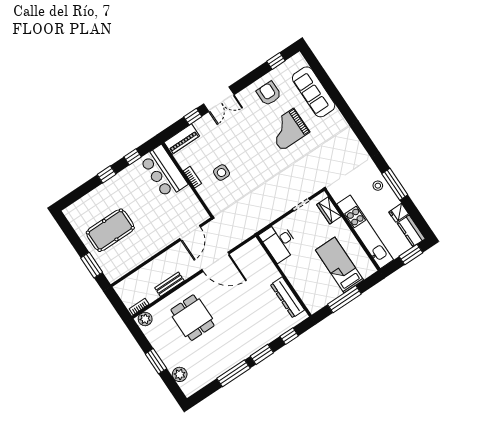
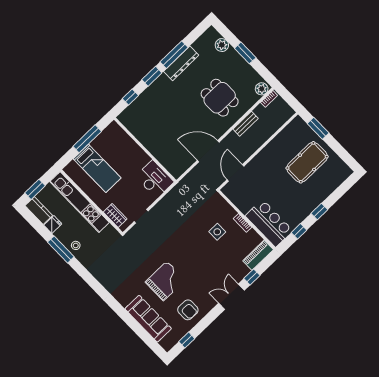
dresser: (287, 297) -> (181, 63), moved, turned 90

